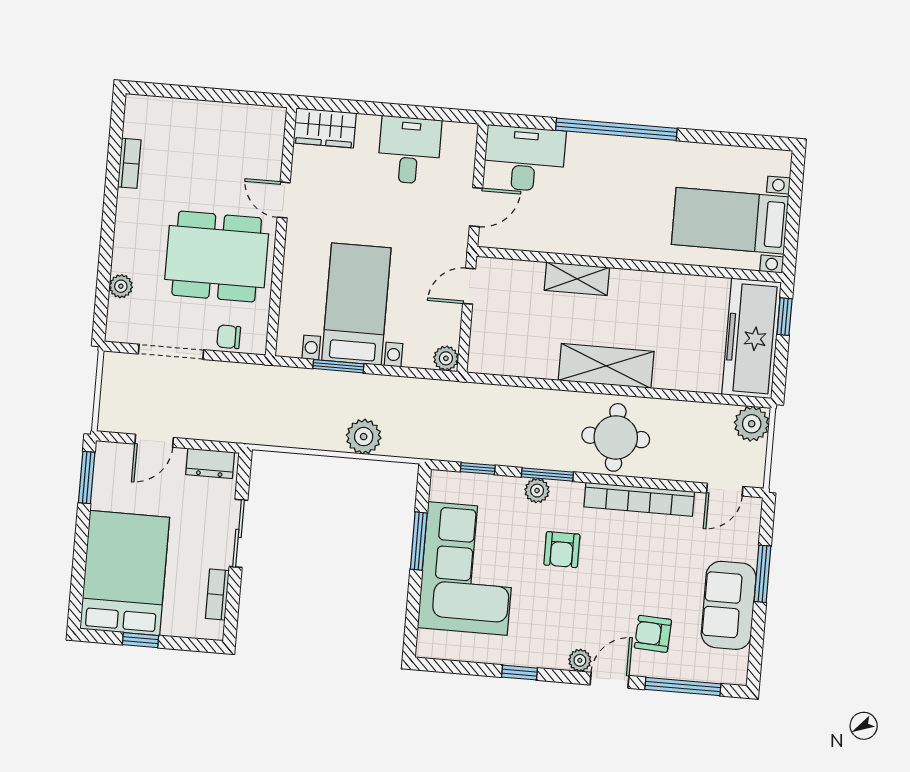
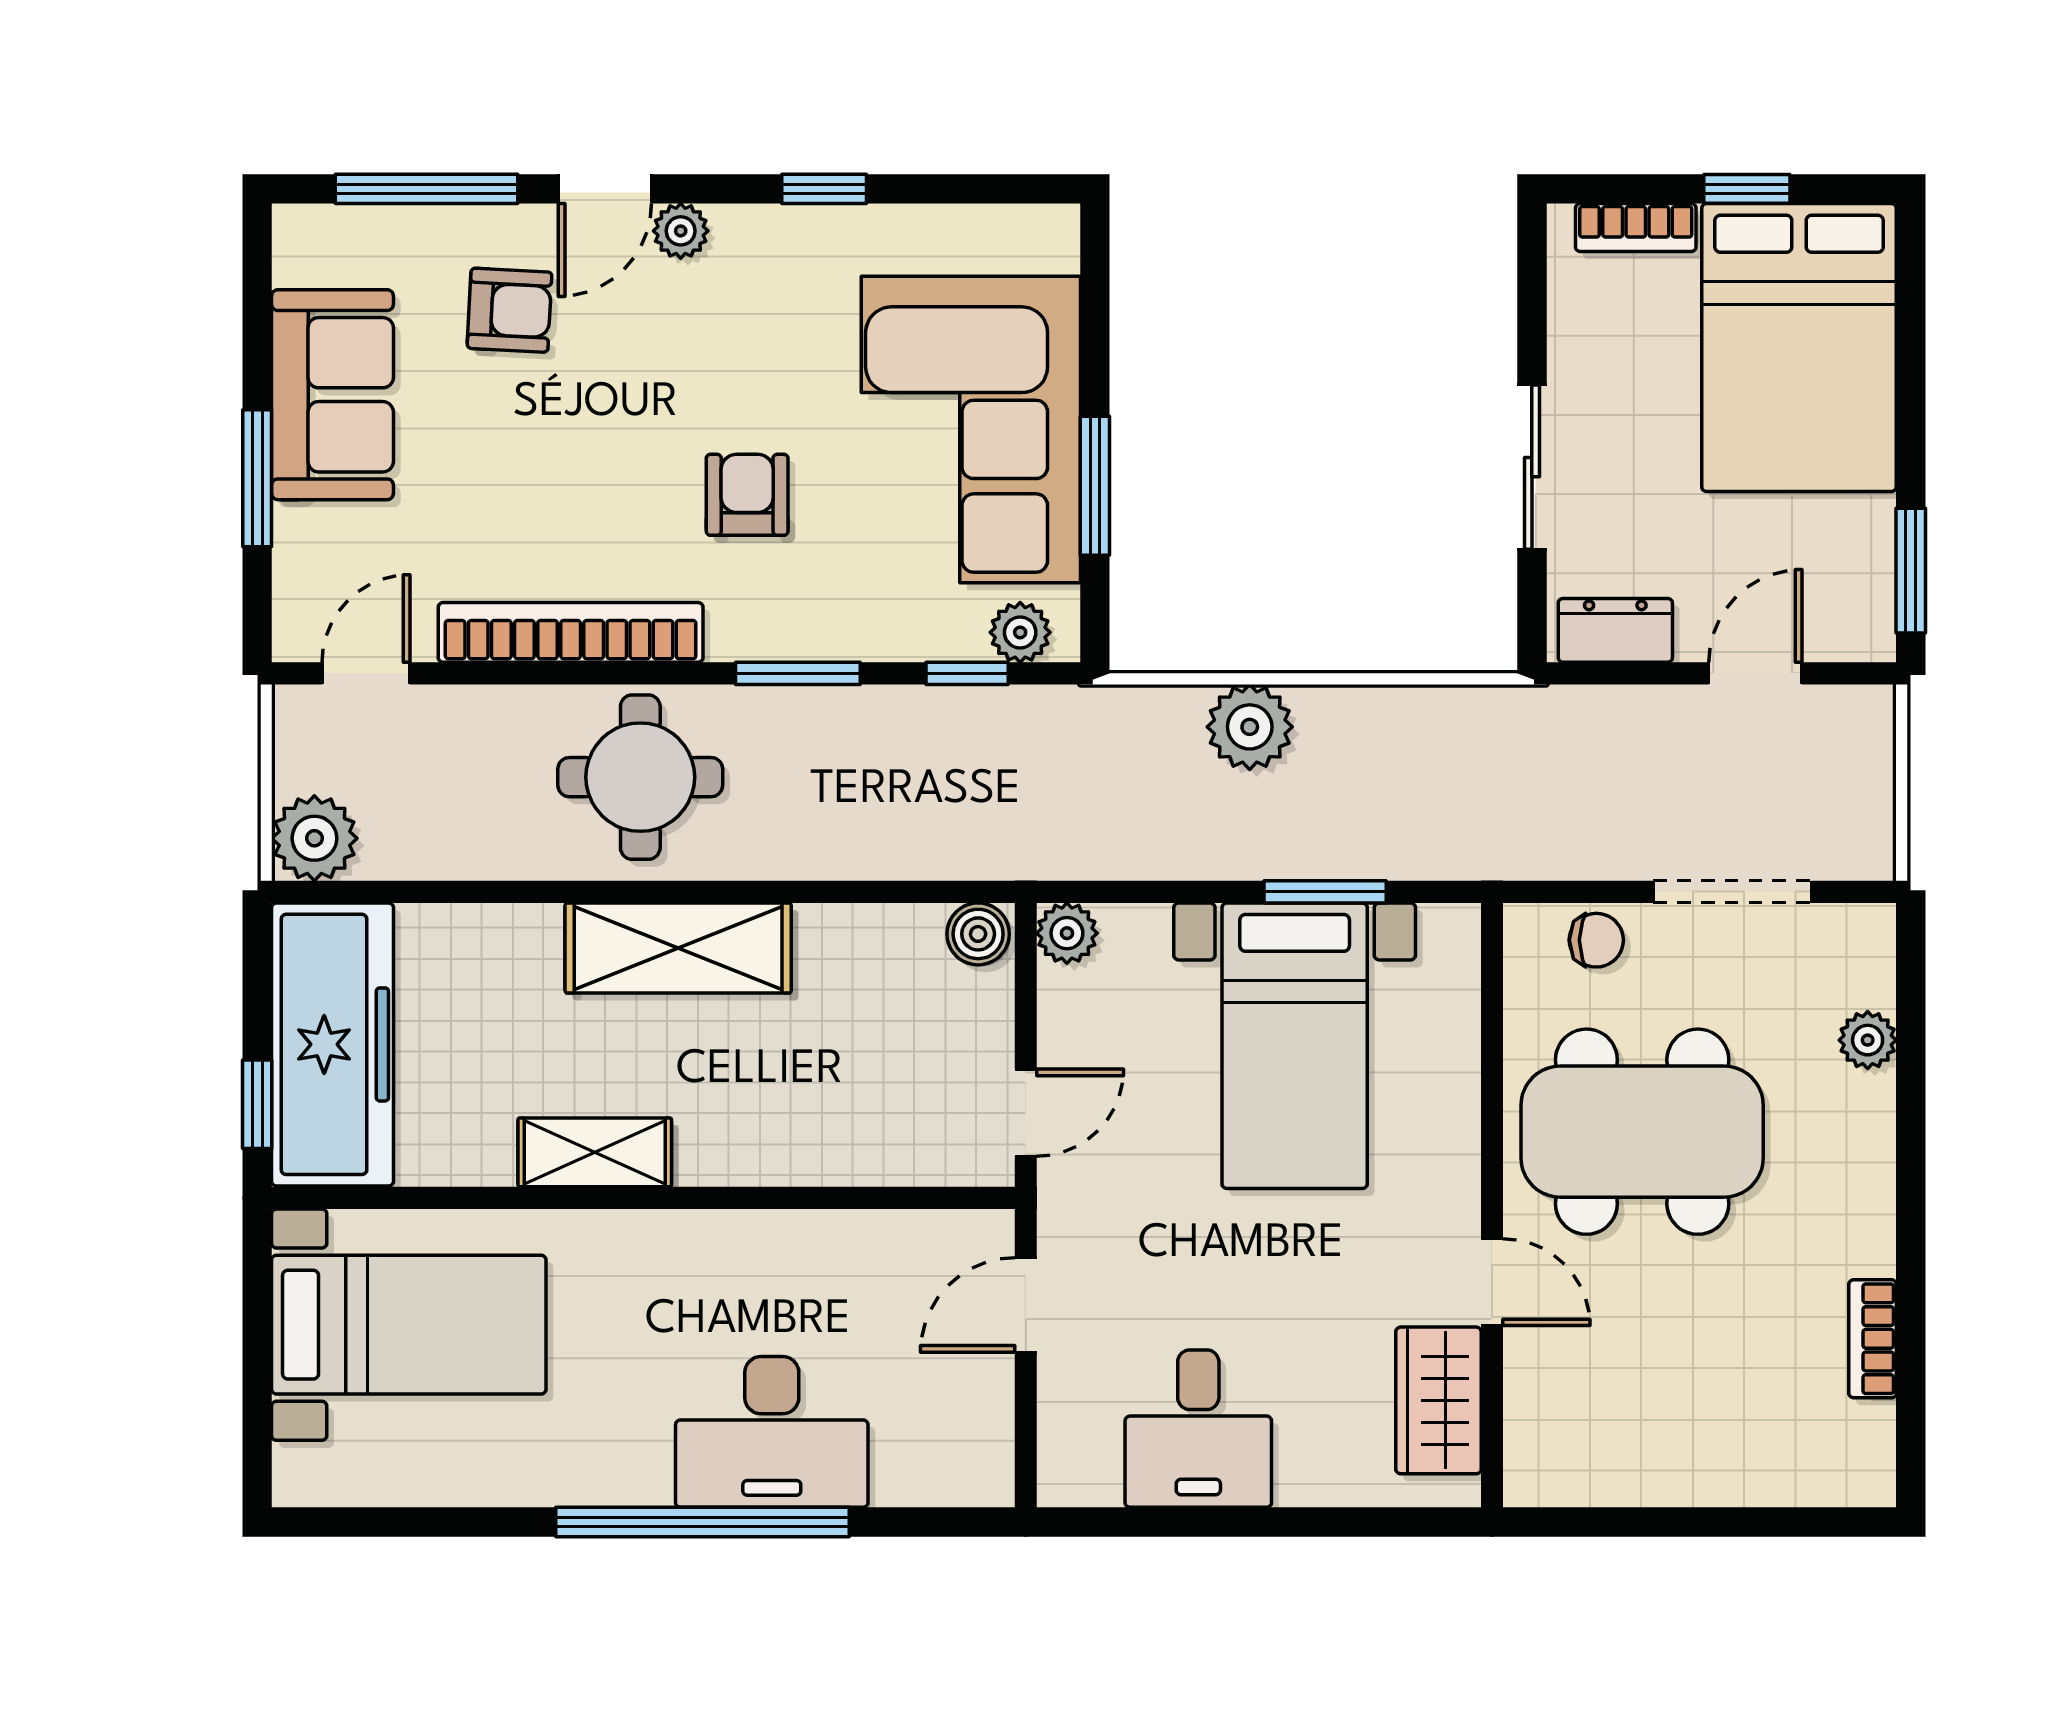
wardrobe: (325, 128) -> (1438, 1400), moved, turned -90
desk: (524, 159) -> (772, 1432), moved
shelving: (577, 279) -> (595, 1152), moved
boiler: (482, 361) -> (978, 934), added
plant: (537, 491) -> (1020, 632), moved
bookcase: (217, 595) -> (1636, 228), moved, turned 90

